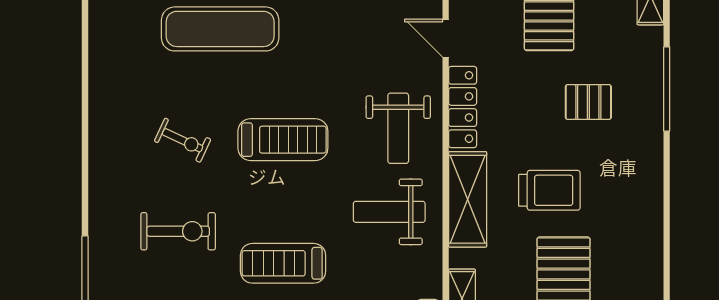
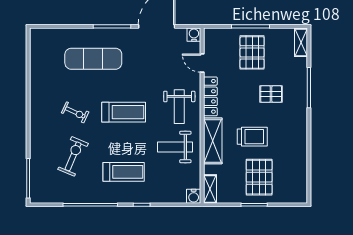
exercise bike: (178, 231) -> (73, 156), turned -67
treadmill: (283, 263) -> (124, 172), turned 180

